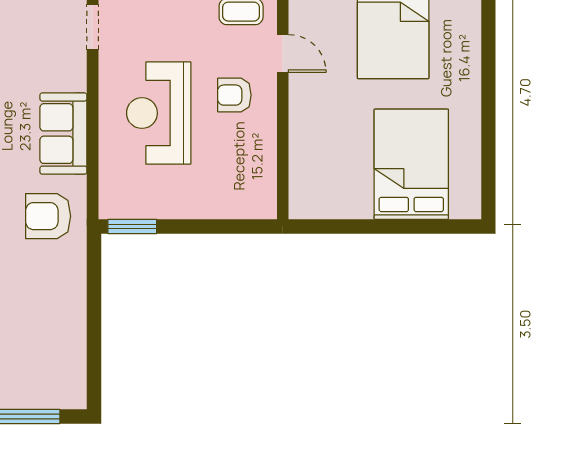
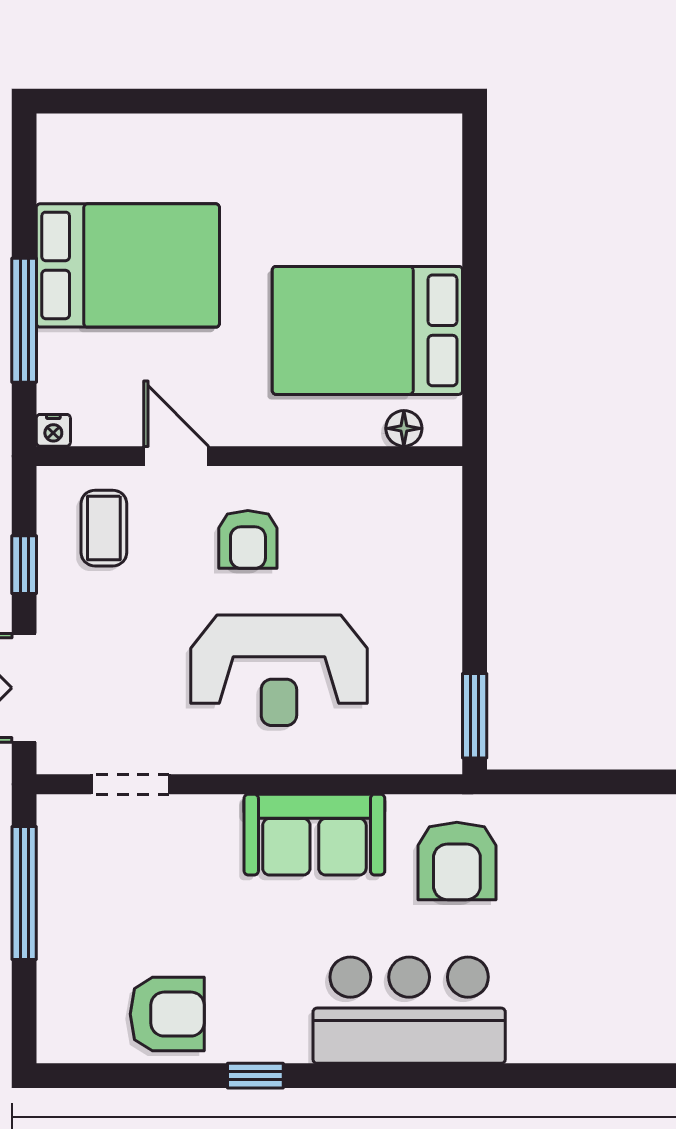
door: (283, 53) -> (176, 456), hinge flipped
bed: (411, 164) -> (367, 330), moved
floor lamp: (299, 185) -> (404, 428), added

